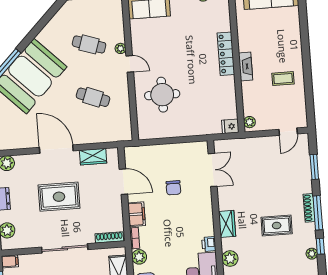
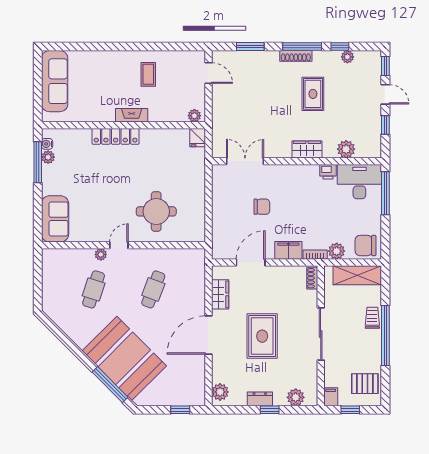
shoe rack: (109, 237) -> (312, 278), width x0.70

